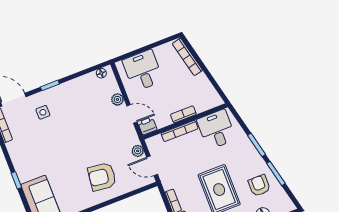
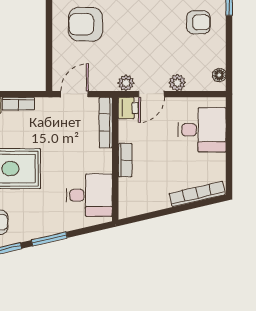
armchair: (71, 101) -> (198, 22), added
bookcase: (180, 131) -> (106, 123), moved
plant: (138, 151) -> (126, 83), moved
armchair: (102, 177) -> (85, 24), turned -97

